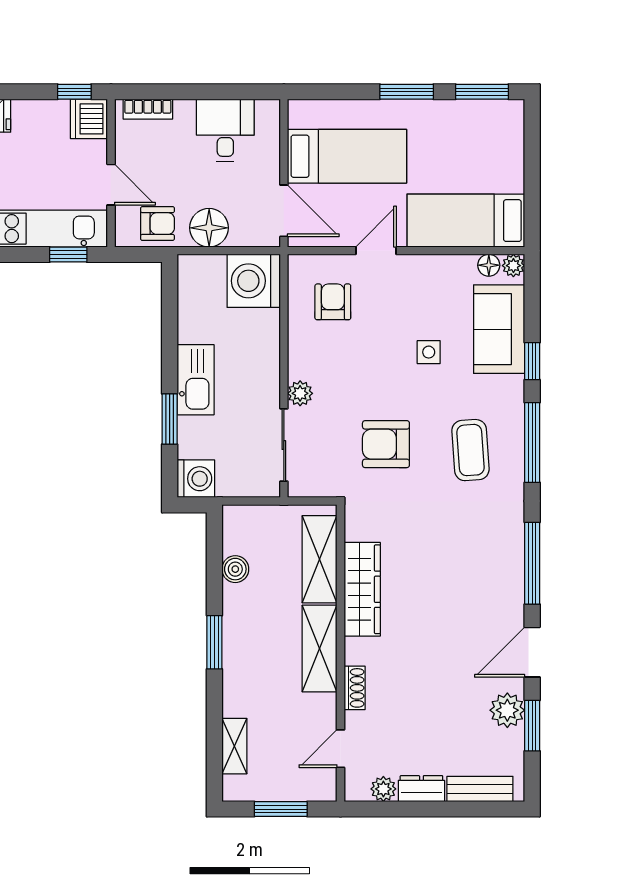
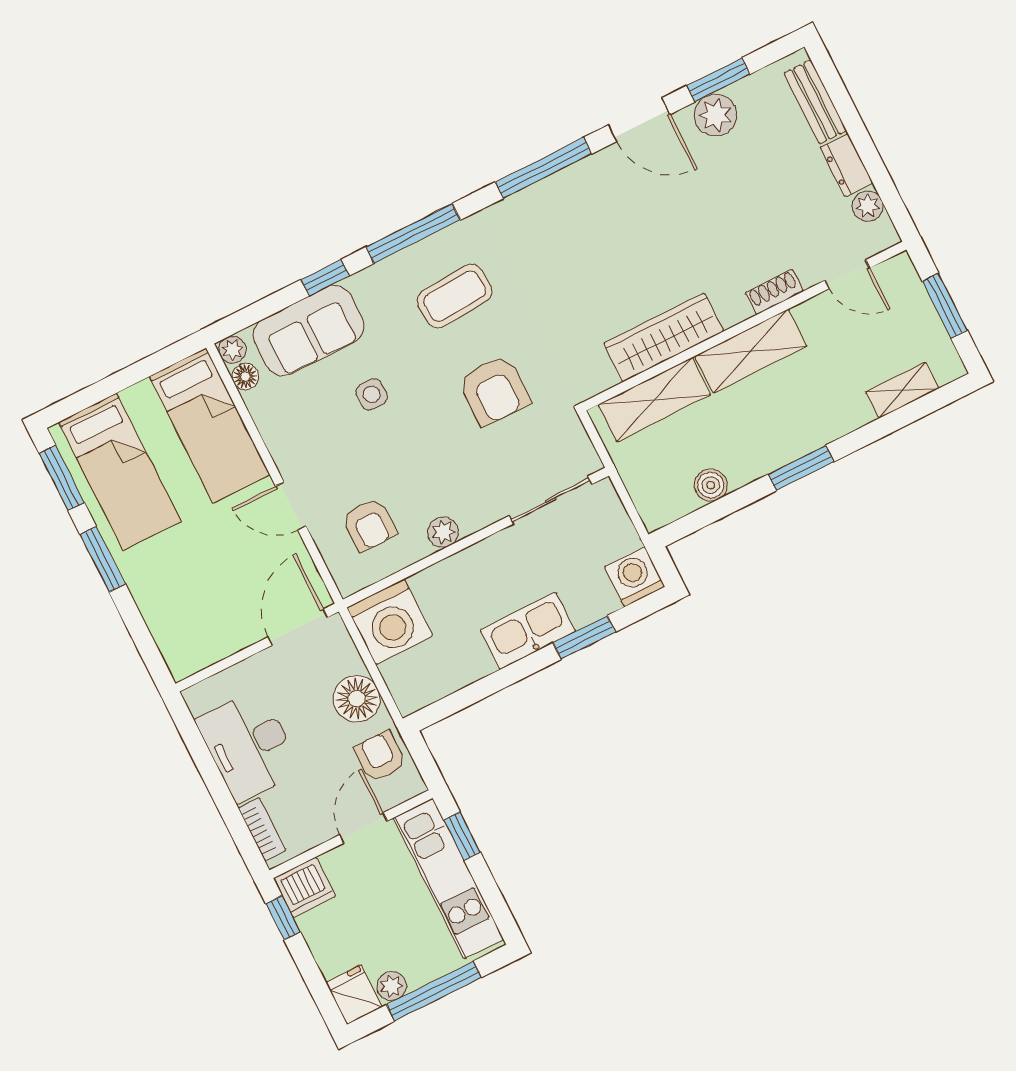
desk: (225, 130) -> (248, 746), width x1.37
bed: (347, 156) -> (120, 472), moved, turned 180
armchair: (333, 302) -> (369, 525), turned -90
plant: (300, 393) -> (443, 532), moved

